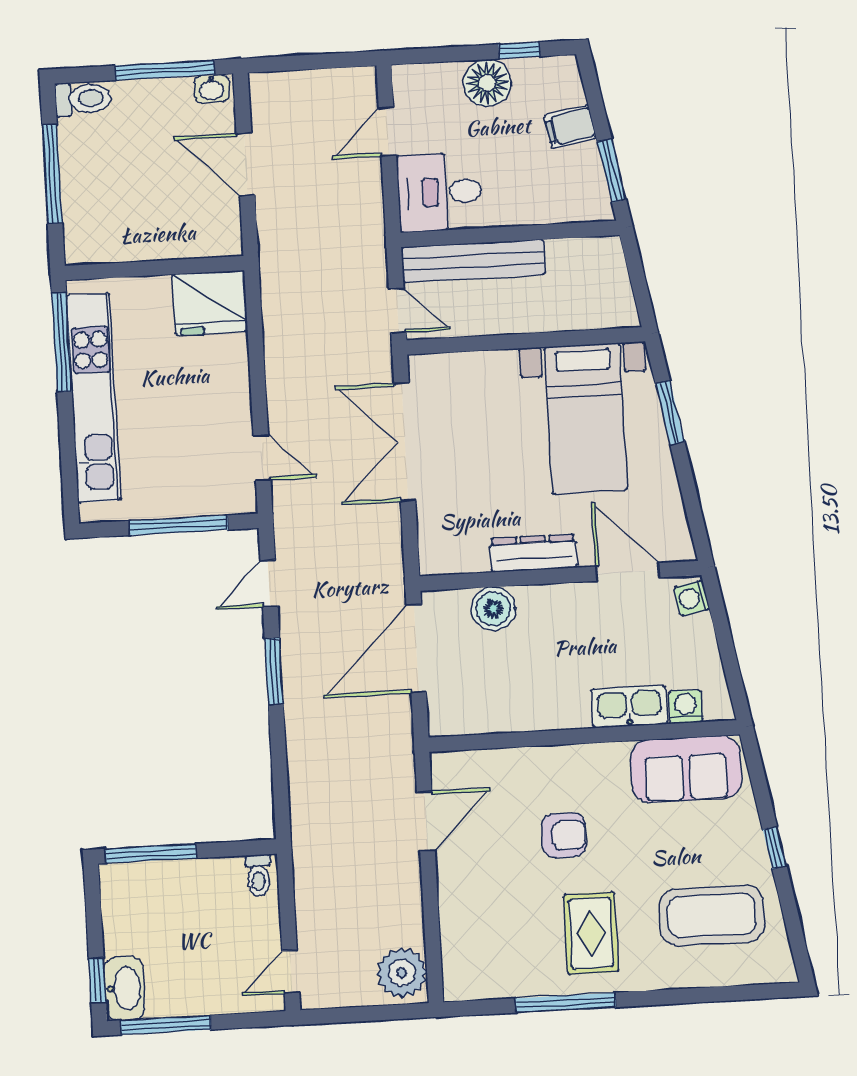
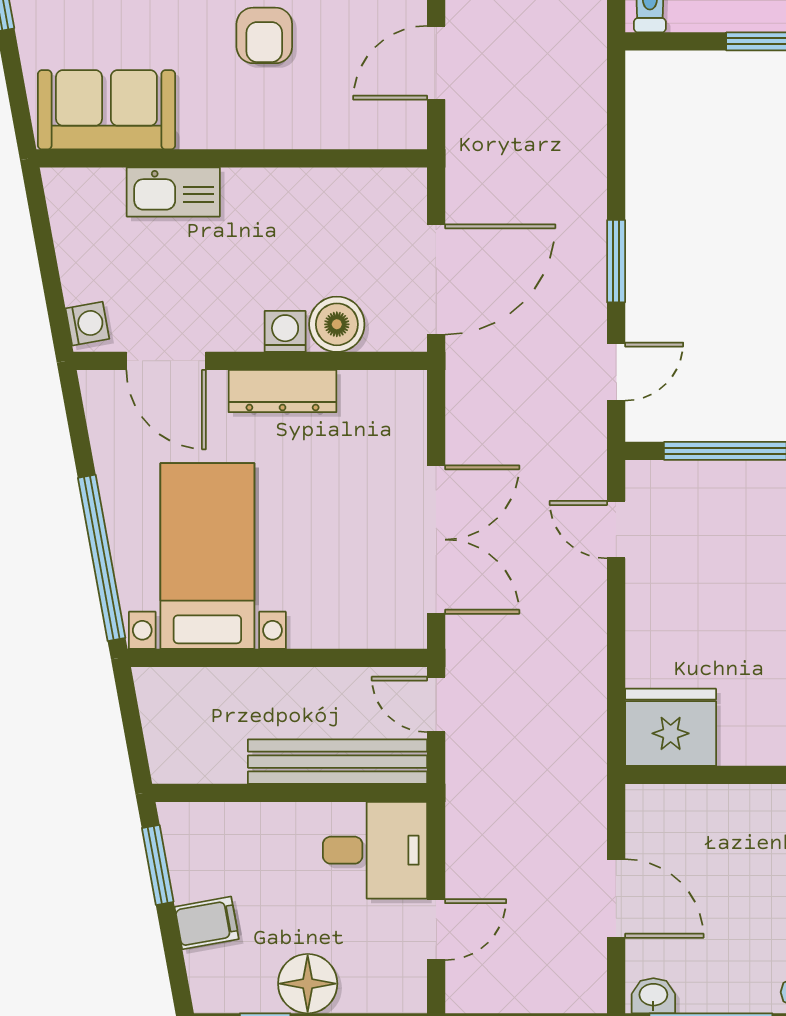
window: (670, 412) -> (102, 558), width x2.11
washing machine: (686, 707) -> (285, 331), moved, turned 180
armchair: (564, 835) -> (264, 35), turned -90

